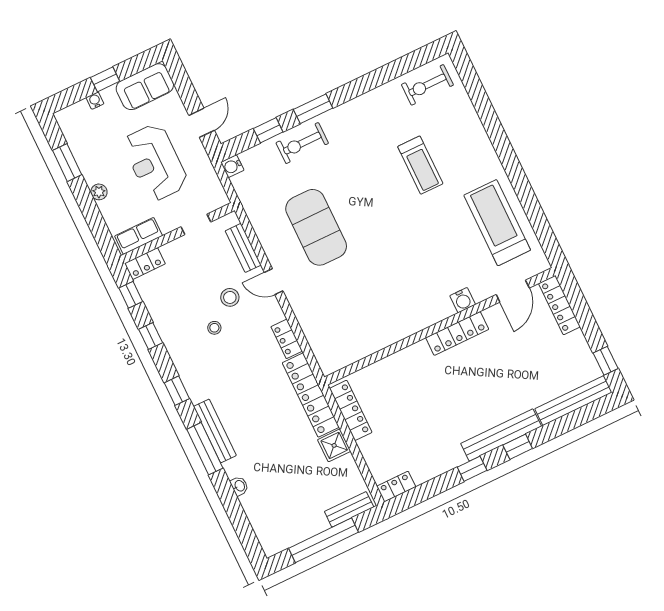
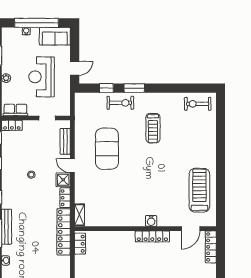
window: (105, 79) -> (36, 23), width x3.17
exercise bike: (302, 143) -> (120, 103), turned 180
treadmill: (420, 165) -> (153, 128), moved
water cooler: (232, 166) -> (80, 97), removed
stool: (230, 297) -> (46, 163), removed
water cooler: (463, 300) -> (151, 221), moved
shelving: (323, 355) -> (79, 215), added
locker: (351, 410) -> (80, 244), width x0.66
shower: (334, 445) -> (63, 180), moved

